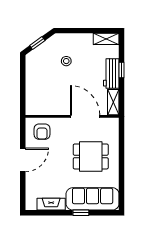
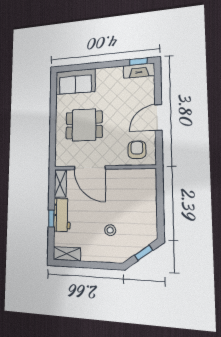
sofa: (93, 199) -> (75, 82), width x0.73
fireplace: (51, 204) -> (139, 71), moved
window: (81, 213) -> (138, 62), moved

